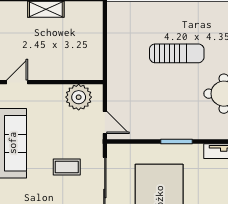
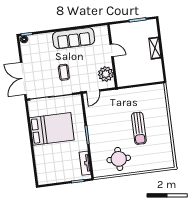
door: (17, 82) -> (112, 50), moved

